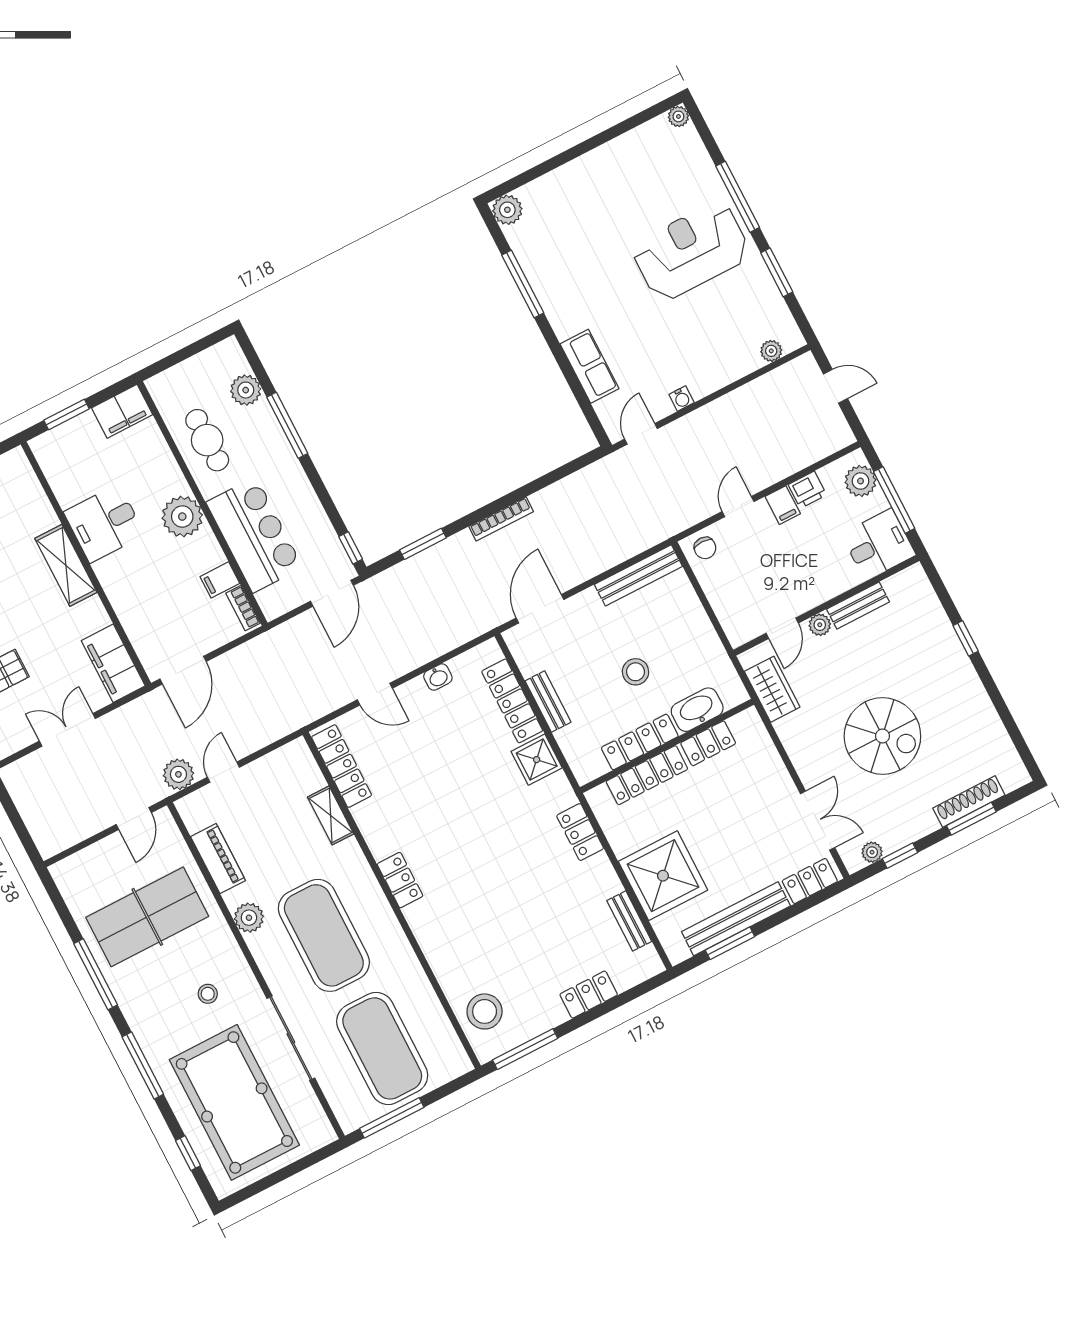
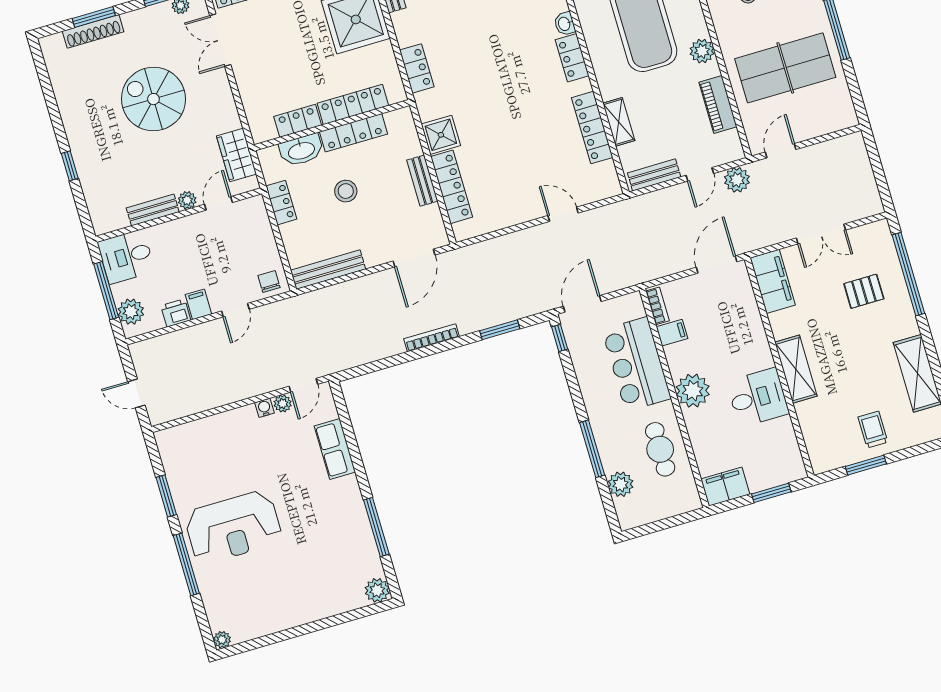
plant: (771, 351) -> (283, 404), moved
locker: (709, 644) -> (281, 203), added
washbasin: (438, 677) -> (565, 24), moved, turned -90
bench: (277, 761) -> (654, 175), added
locker: (342, 766) -> (592, 128), moved

